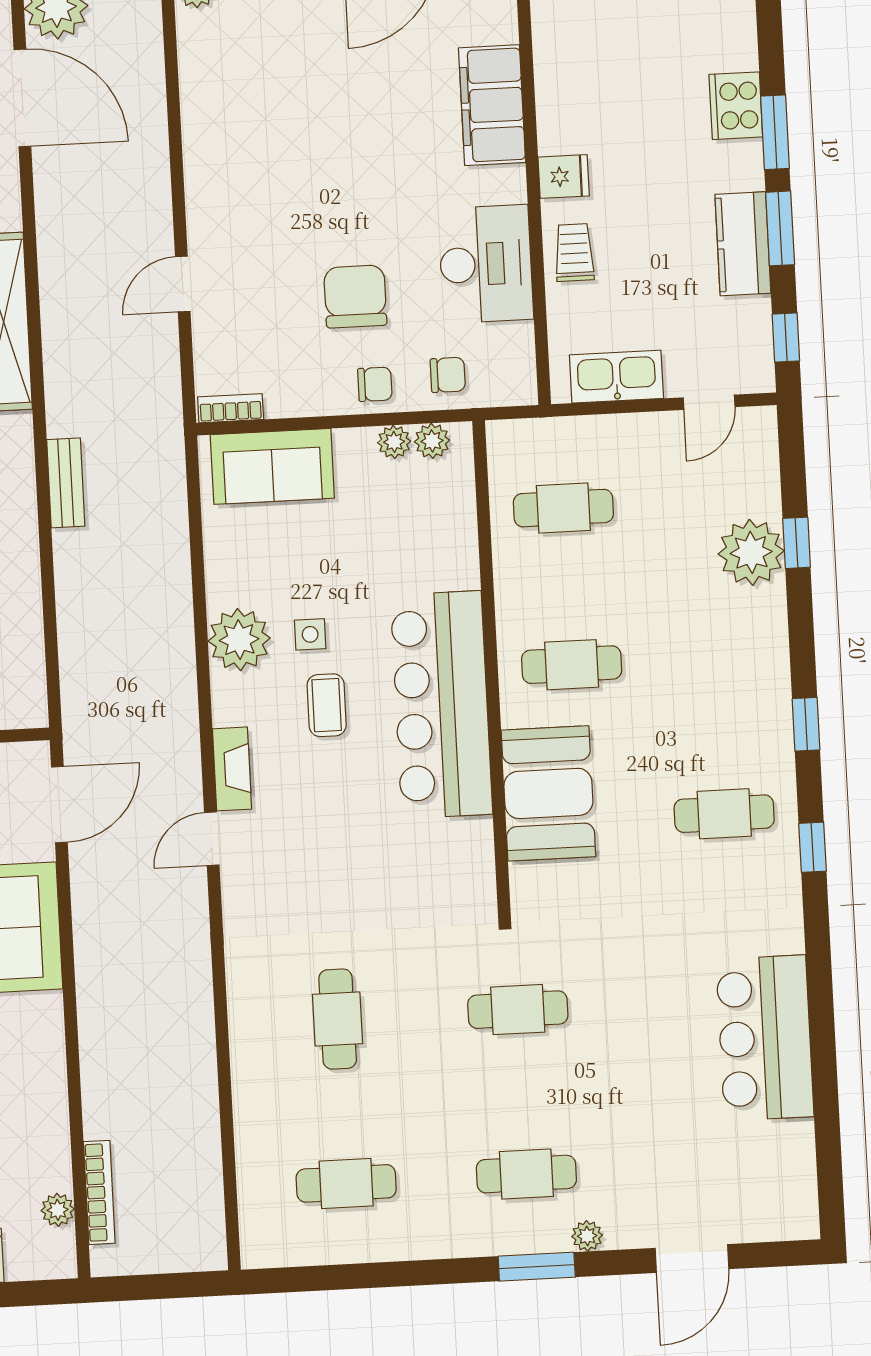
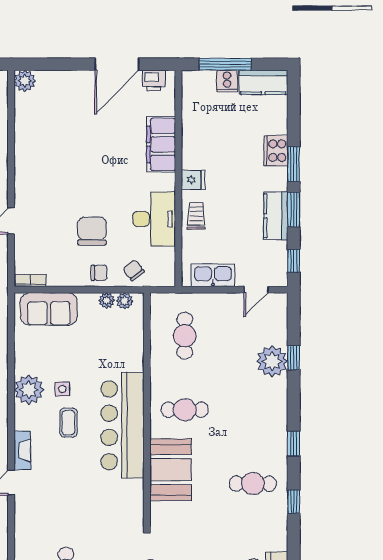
chair: (448, 375) -> (134, 270), turned -128
cafe table: (563, 508) -> (185, 336), turned 90

